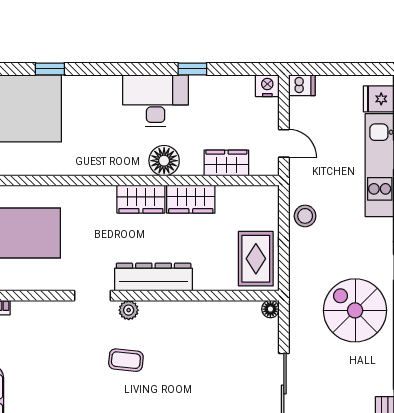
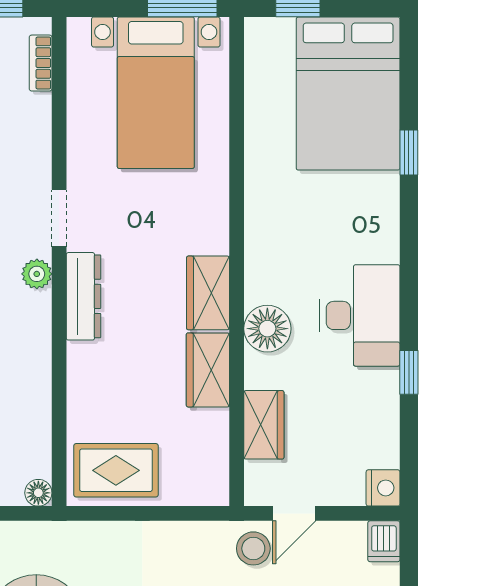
stool: (305, 216) -> (253, 548), moved
dresser: (154, 277) -> (83, 296), width x0.73, depth x0.80

